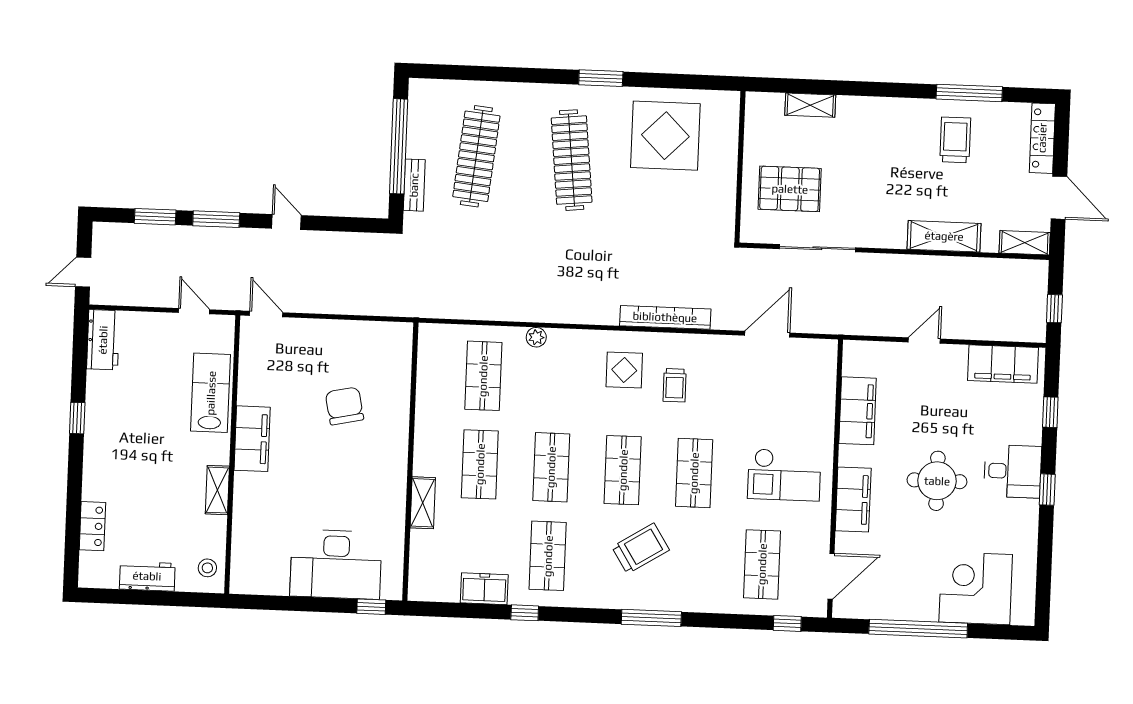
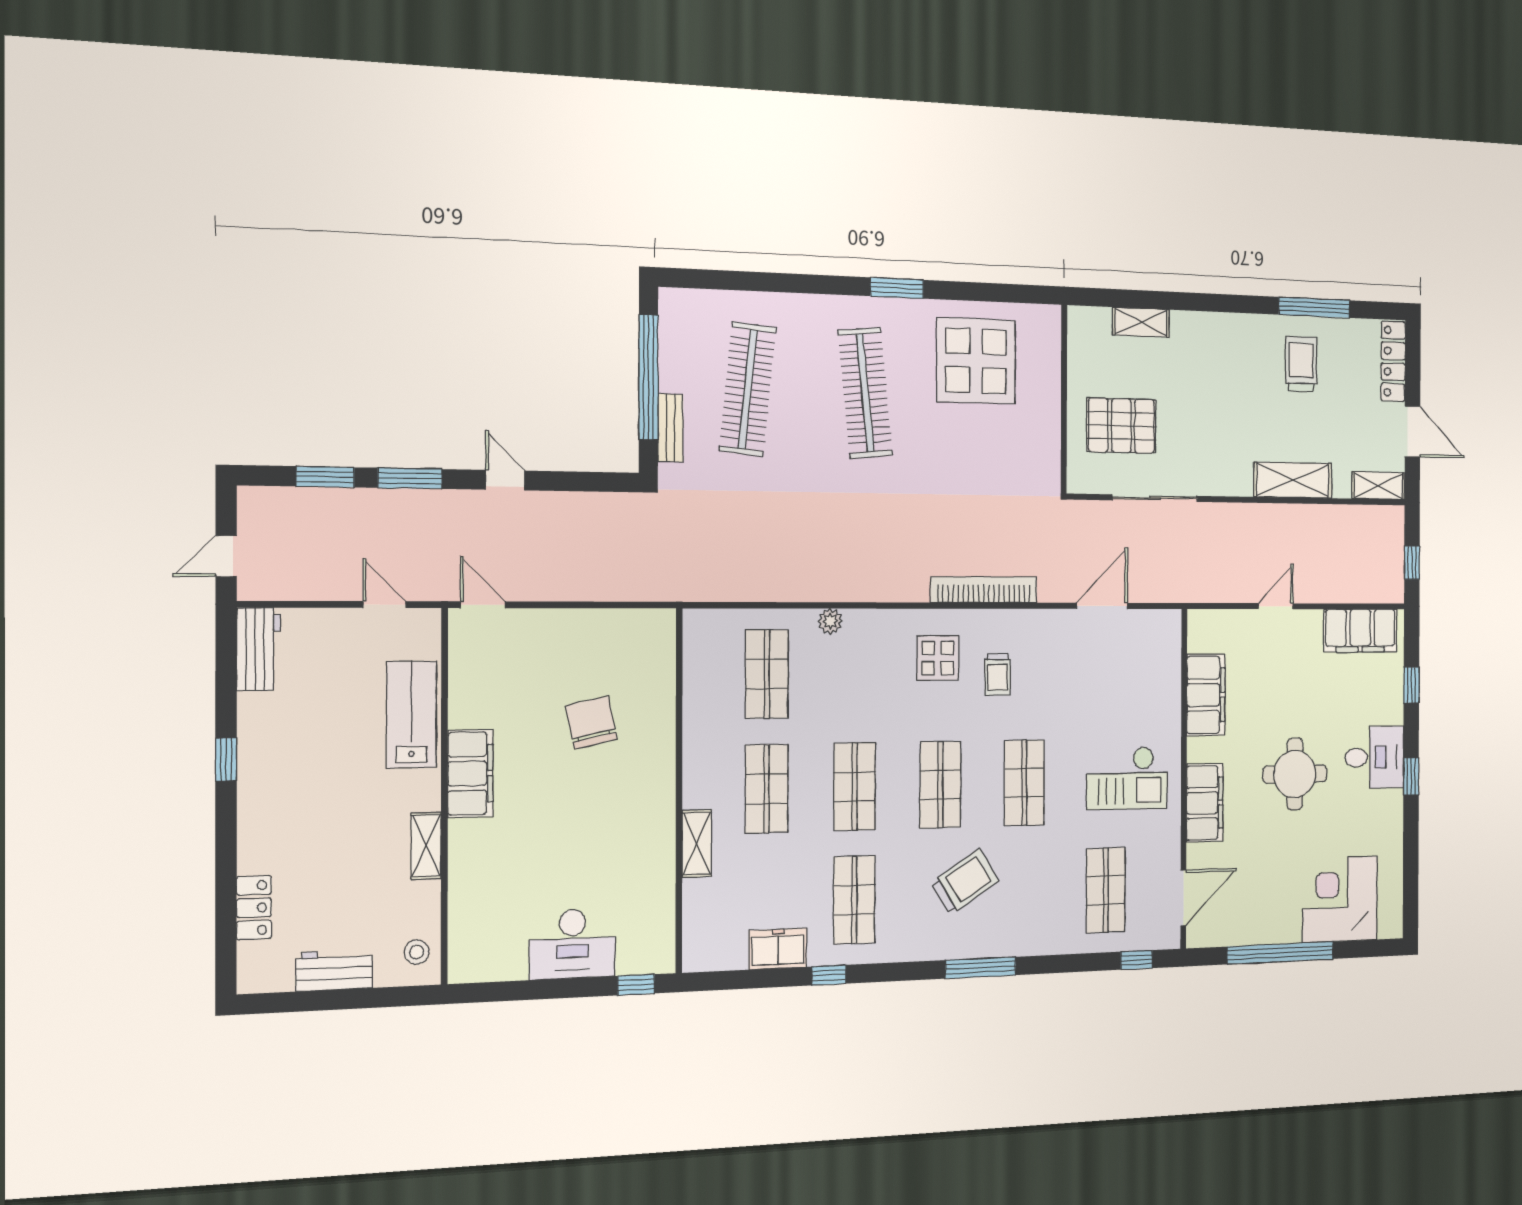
desk: (336, 564) -> (572, 944), width x0.73, depth x0.77

